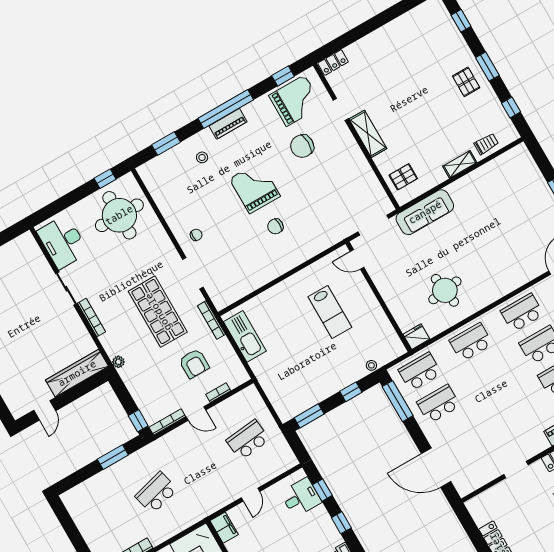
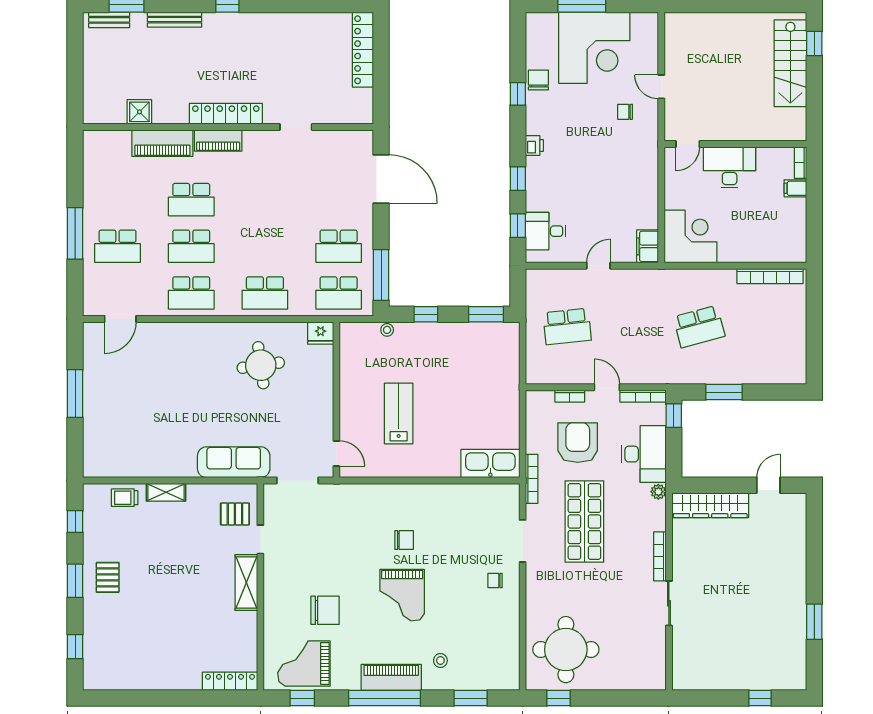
locker: (333, 63) -> (230, 681), width x1.53
doorway: (341, 109) -> (260, 539), moved
piano: (228, 124) -> (391, 677), width x1.37, depth x1.33
desk: (63, 242) -> (644, 454), moved
kitchen sink: (245, 336) -> (490, 463), moved, turned 90
armchair: (194, 364) -> (578, 443), width x1.36, depth x1.36

